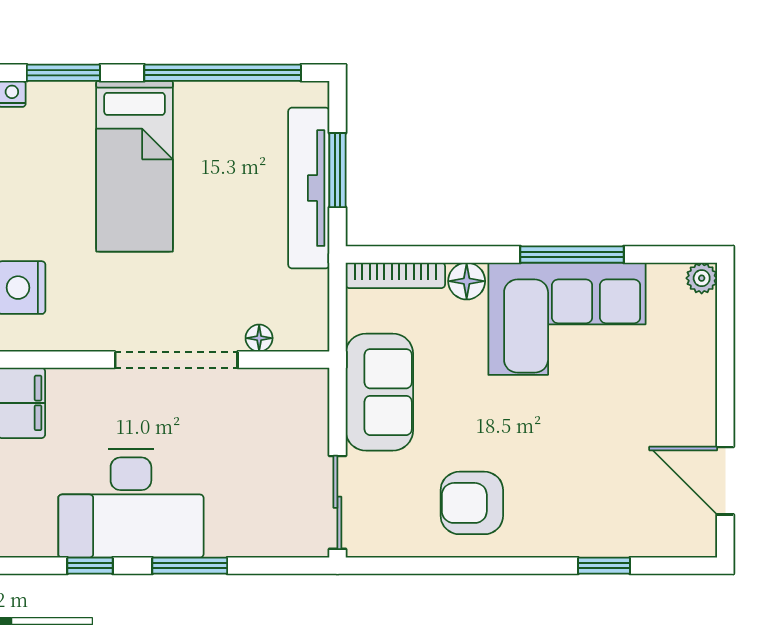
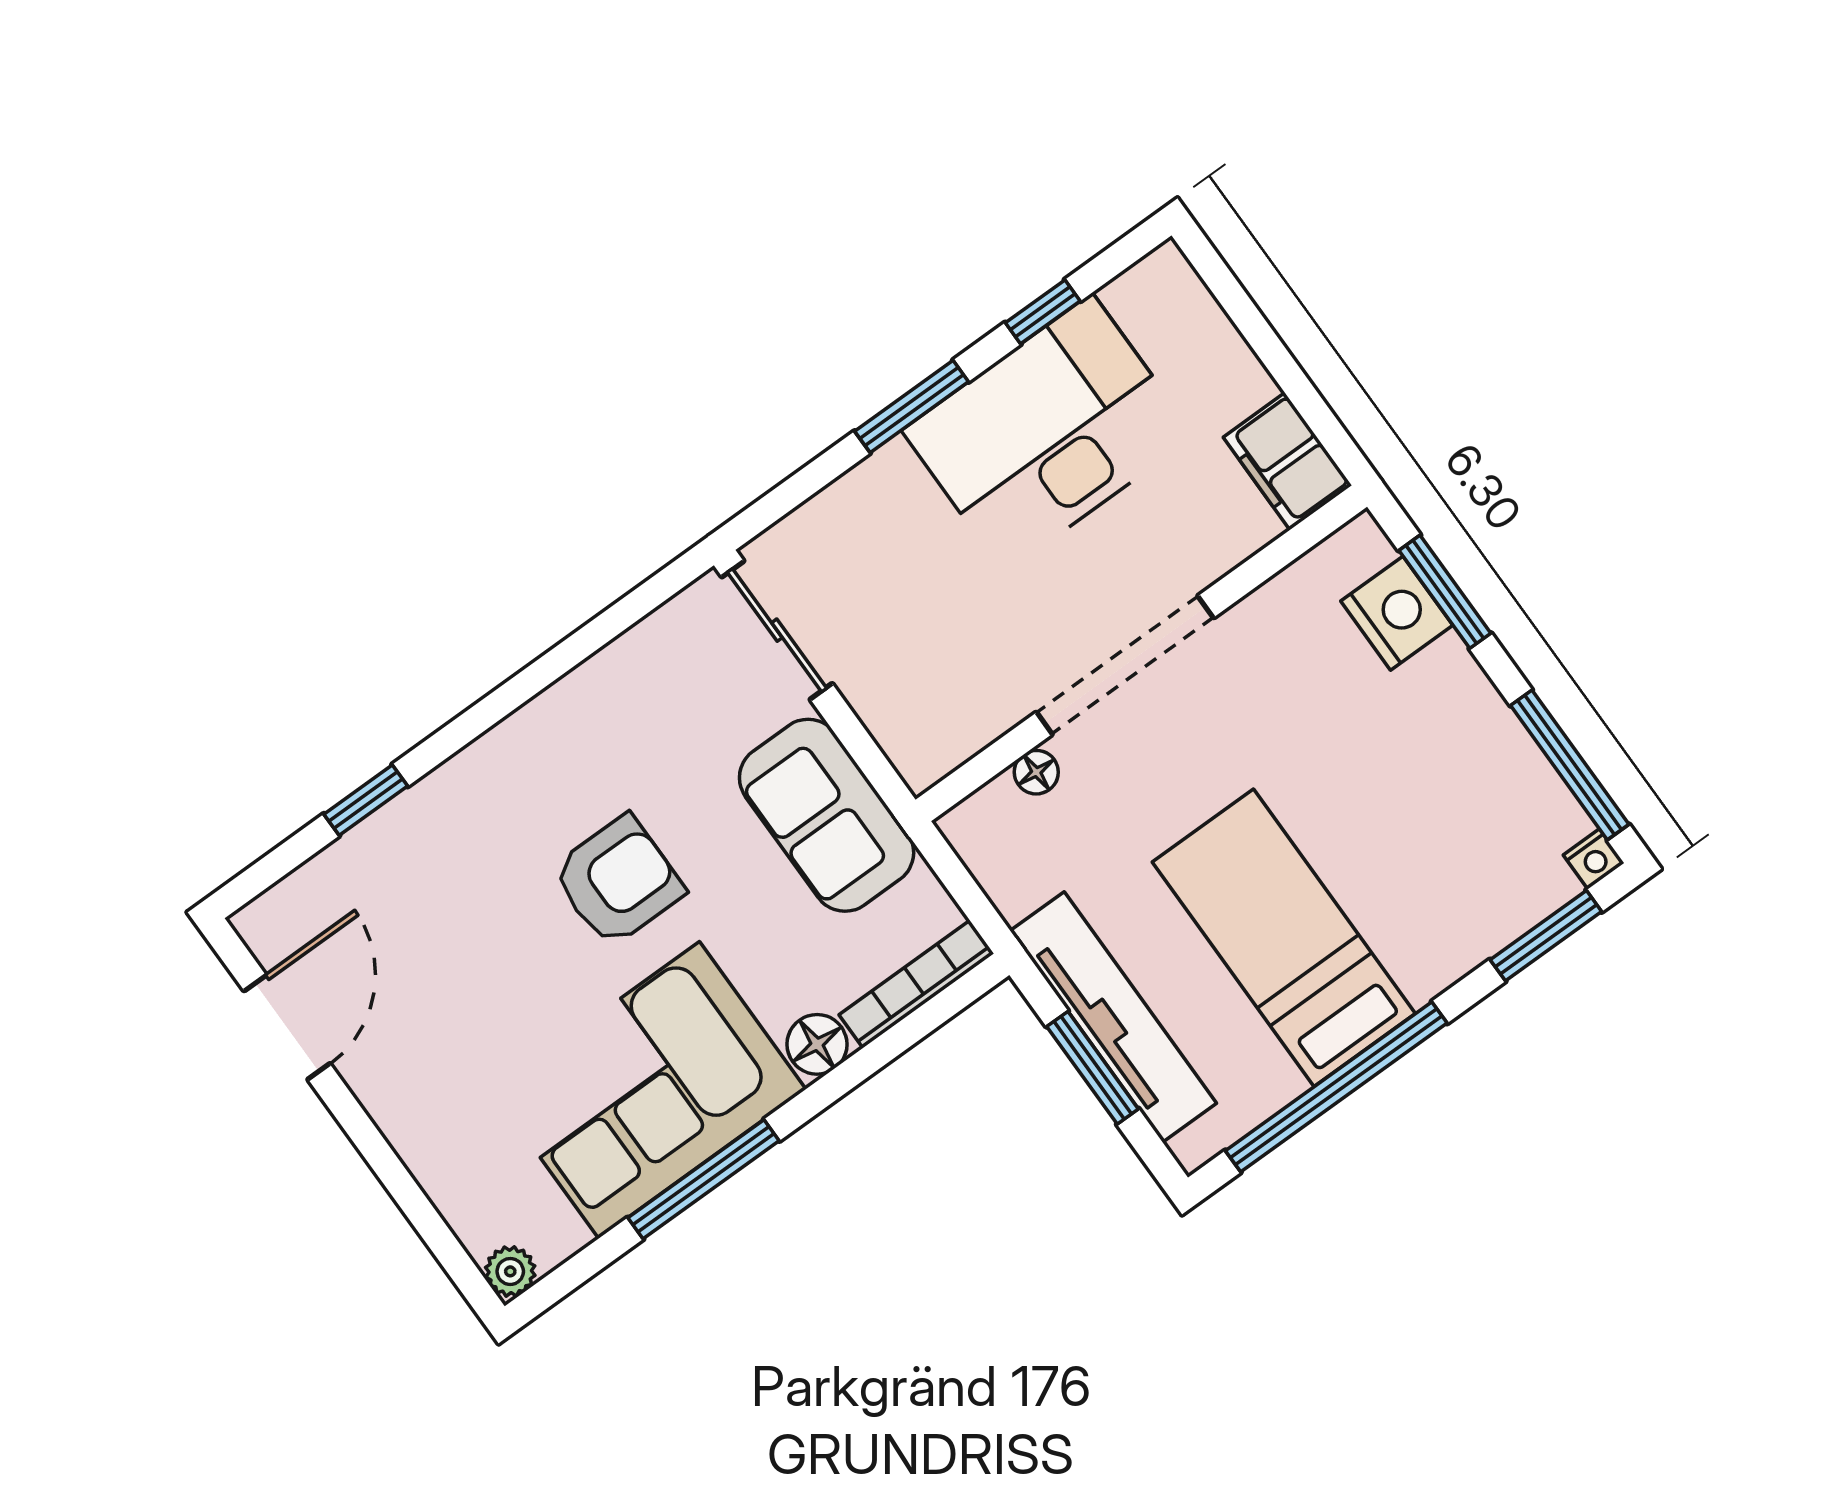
bed: (135, 166) -> (1284, 938), moved
door: (725, 481) -> (287, 1027), hinge flipped
armchair: (472, 503) -> (618, 881), moved

